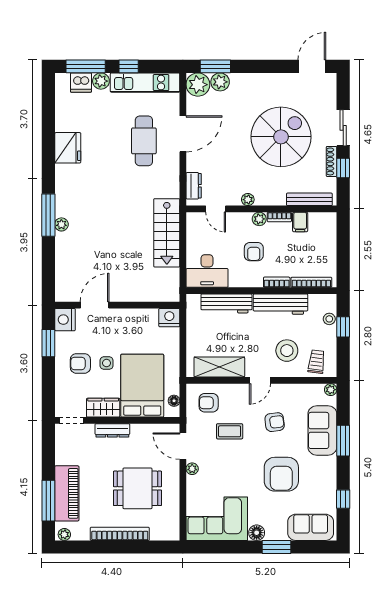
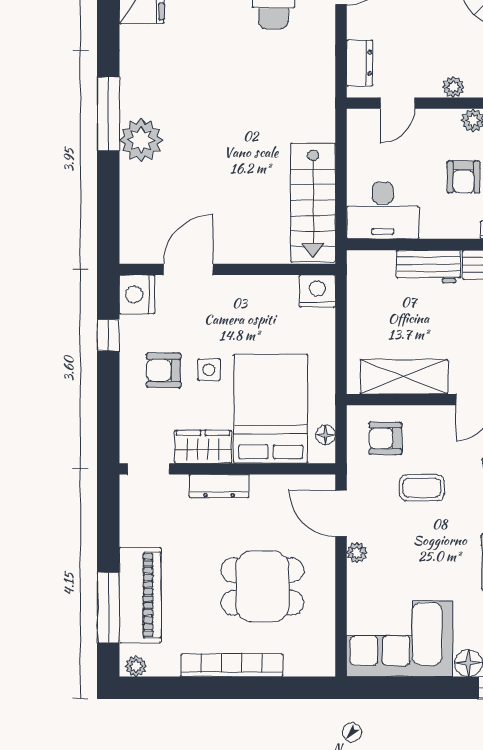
door: (216, 209) -> (398, 103), hinge flipped
plant: (61, 224) -> (141, 140), width x1.87, depth x1.87
stairs: (167, 233) -> (313, 203), moved
workbench: (226, 303) -> (428, 267), width x0.73
window: (48, 343) -> (108, 335), width x0.67

